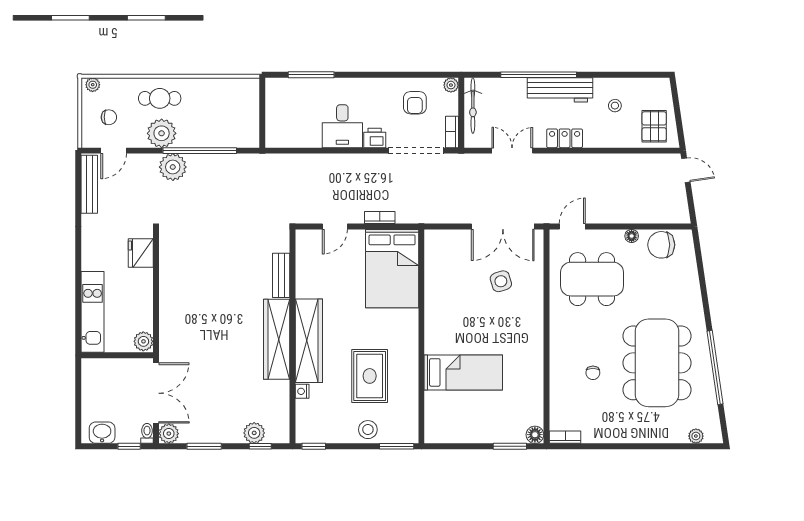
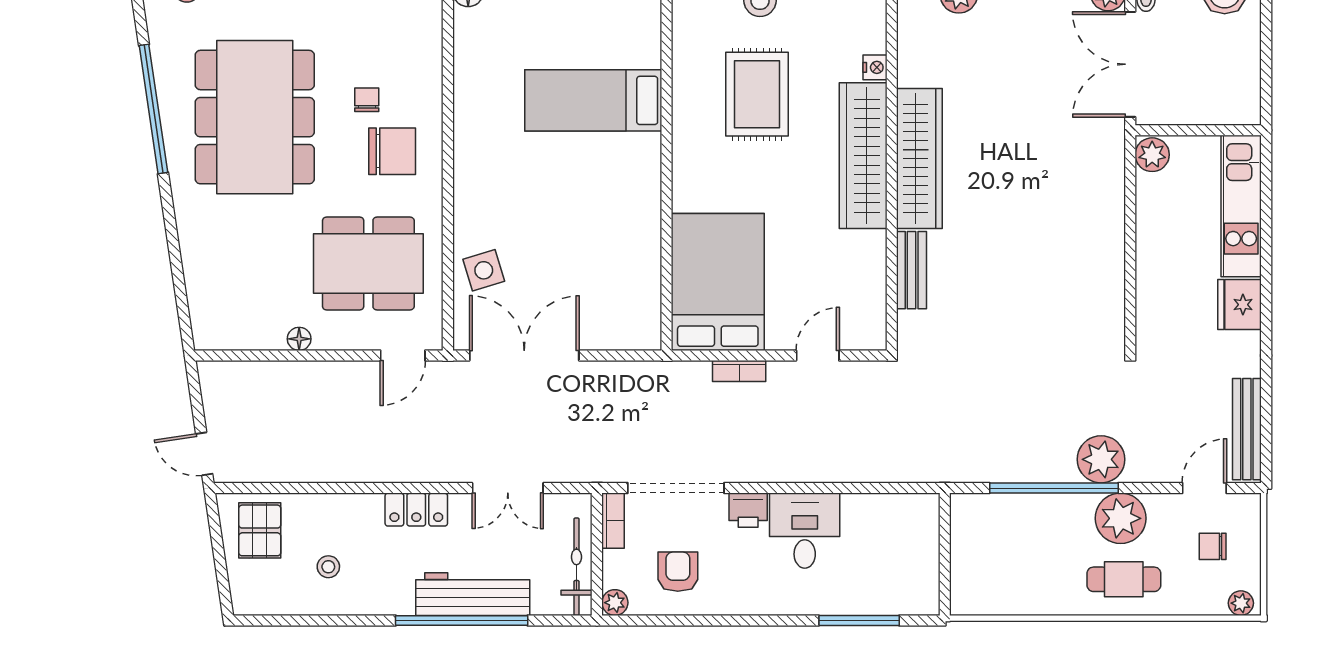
workbench: (560, 90) -> (473, 594), moved
chair: (661, 245) -> (392, 151), moved
fridge: (141, 253) -> (1240, 305), moved, turned 180
side table: (501, 281) -> (484, 270), moved

